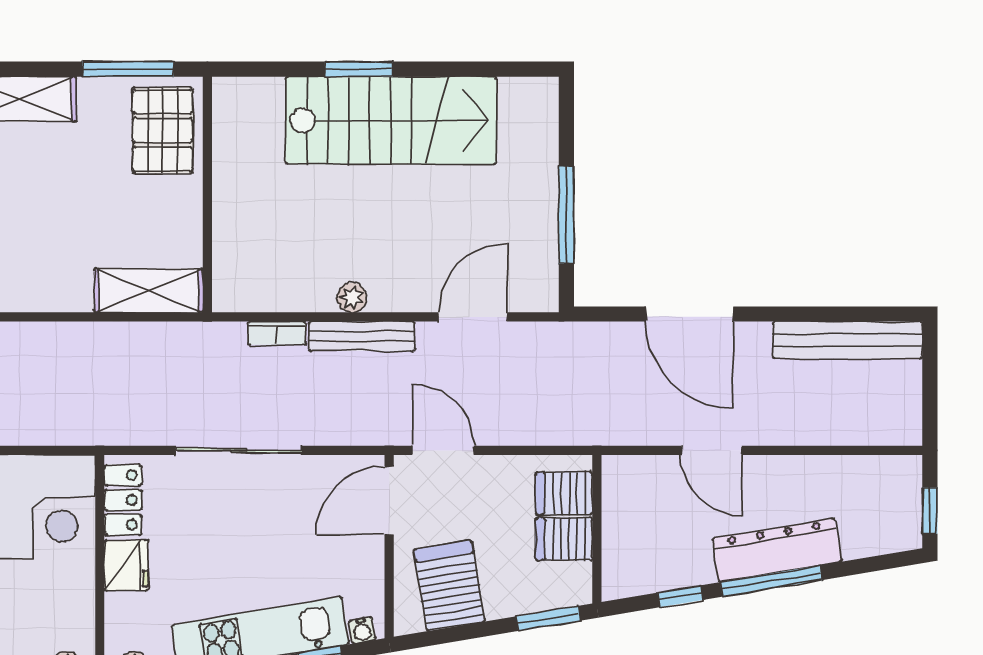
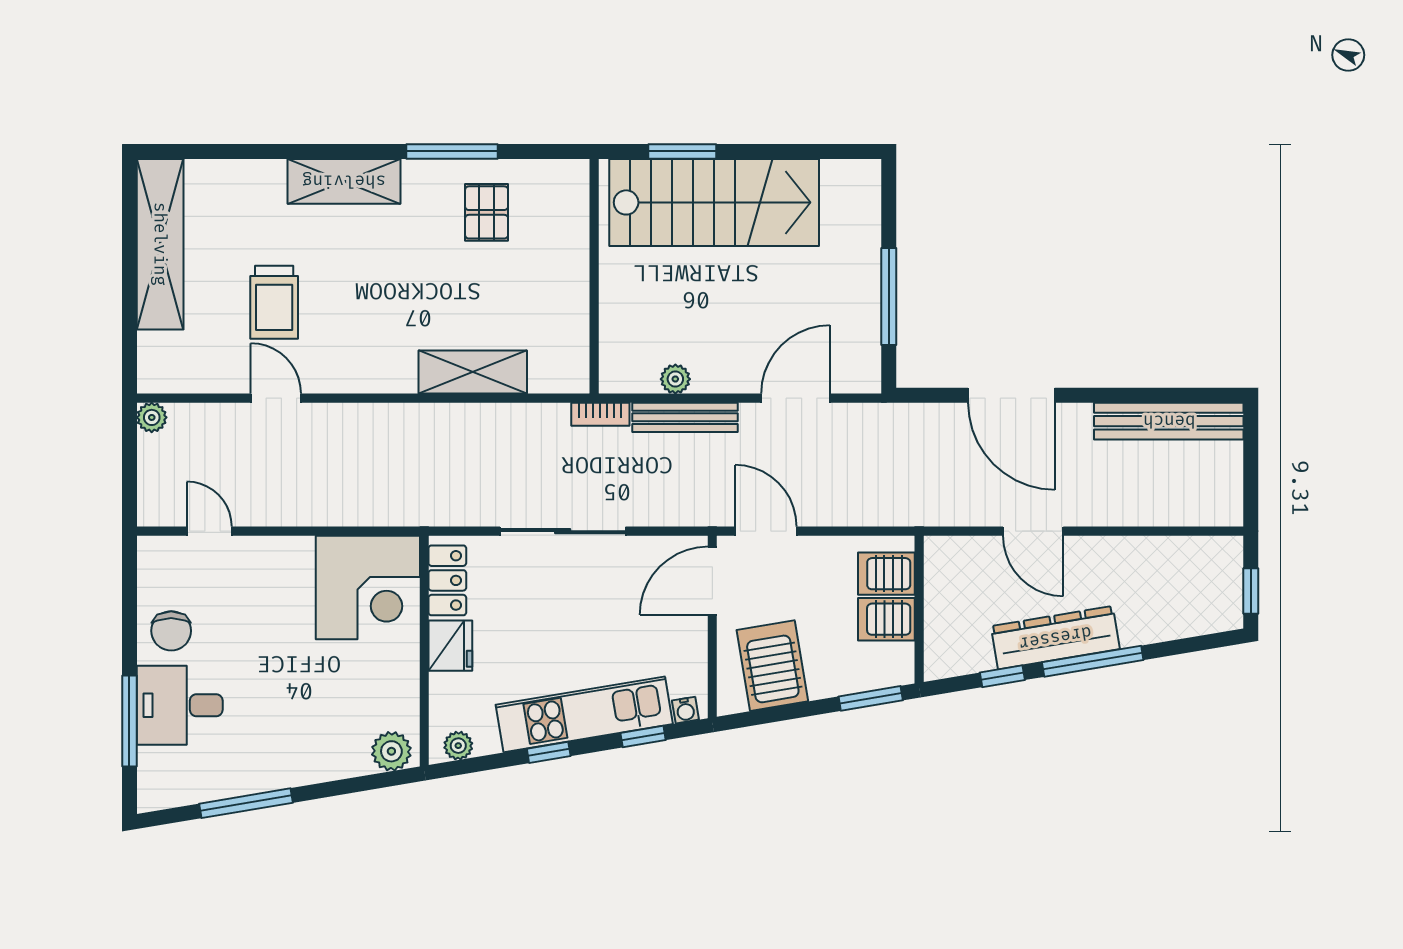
pallet: (162, 130) -> (487, 212), width x0.67, depth x0.71
wall: (207, 194) -> (594, 276), moved
dresser: (777, 550) -> (1055, 638), moved

